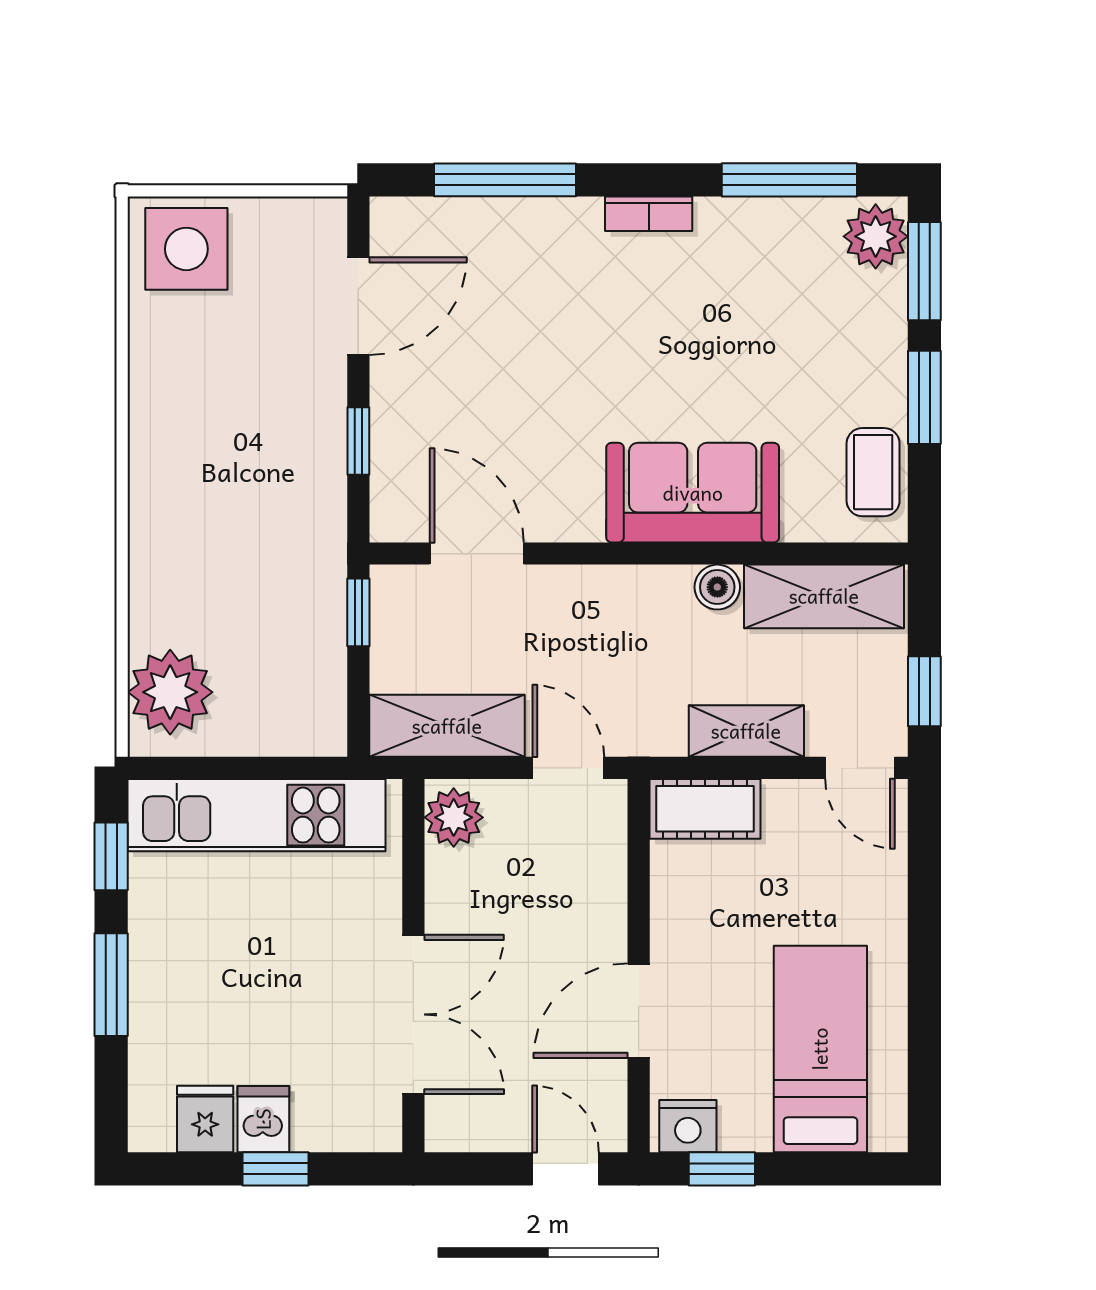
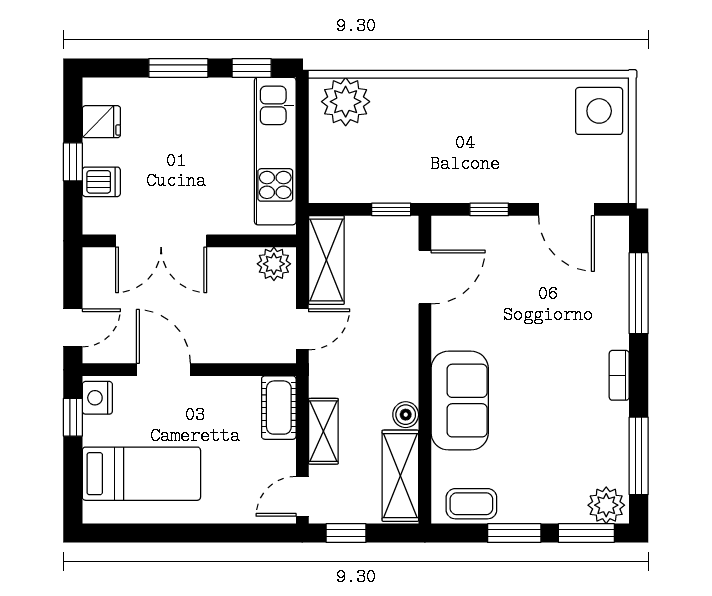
dishwasher: (263, 1119) -> (101, 182), moved

